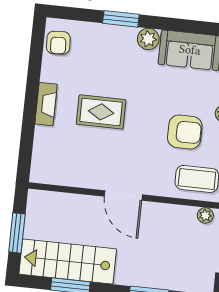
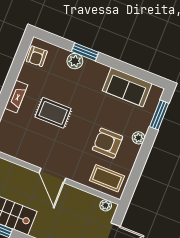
plant: (148, 39) -> (75, 61), moved
armchair: (185, 132) -> (108, 143), turned 180

